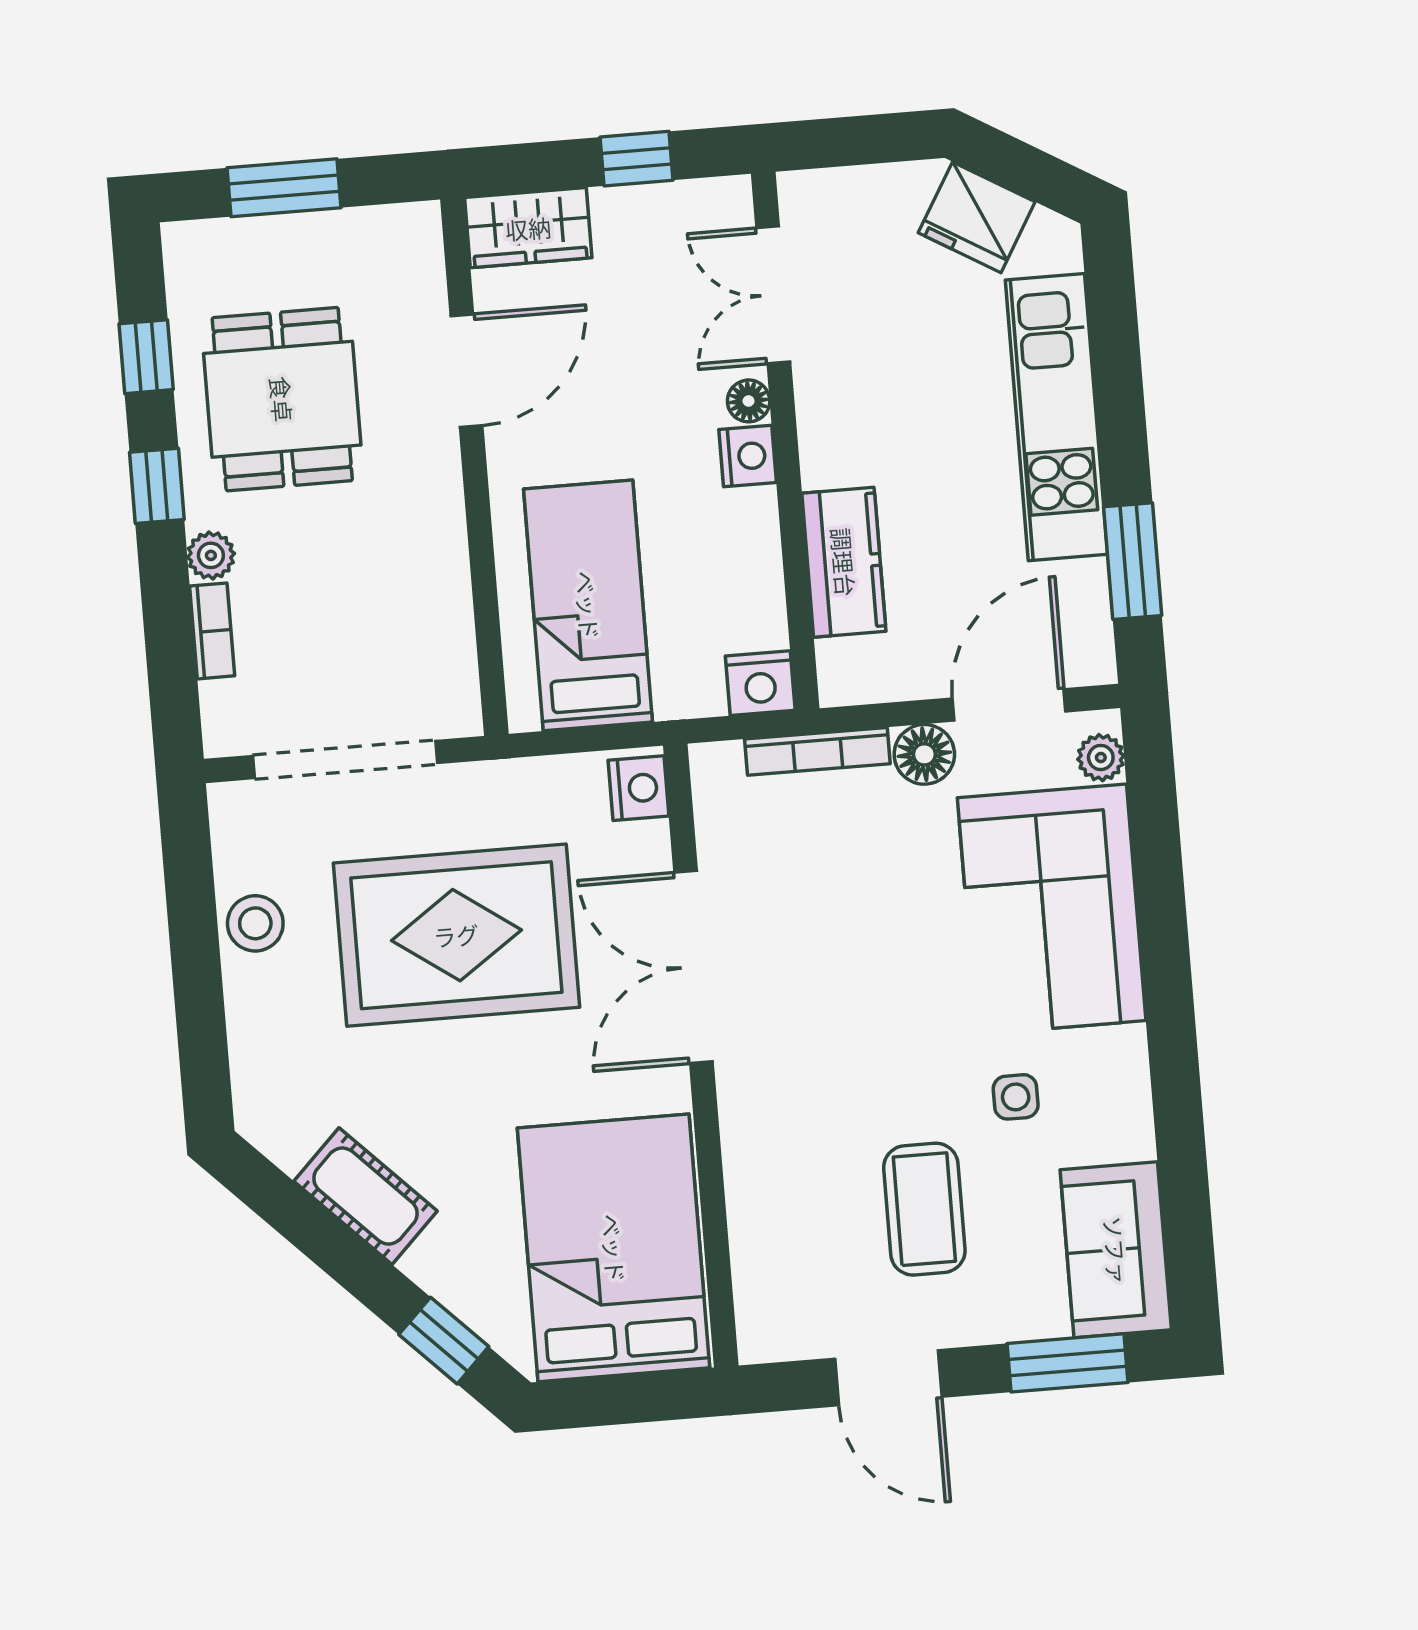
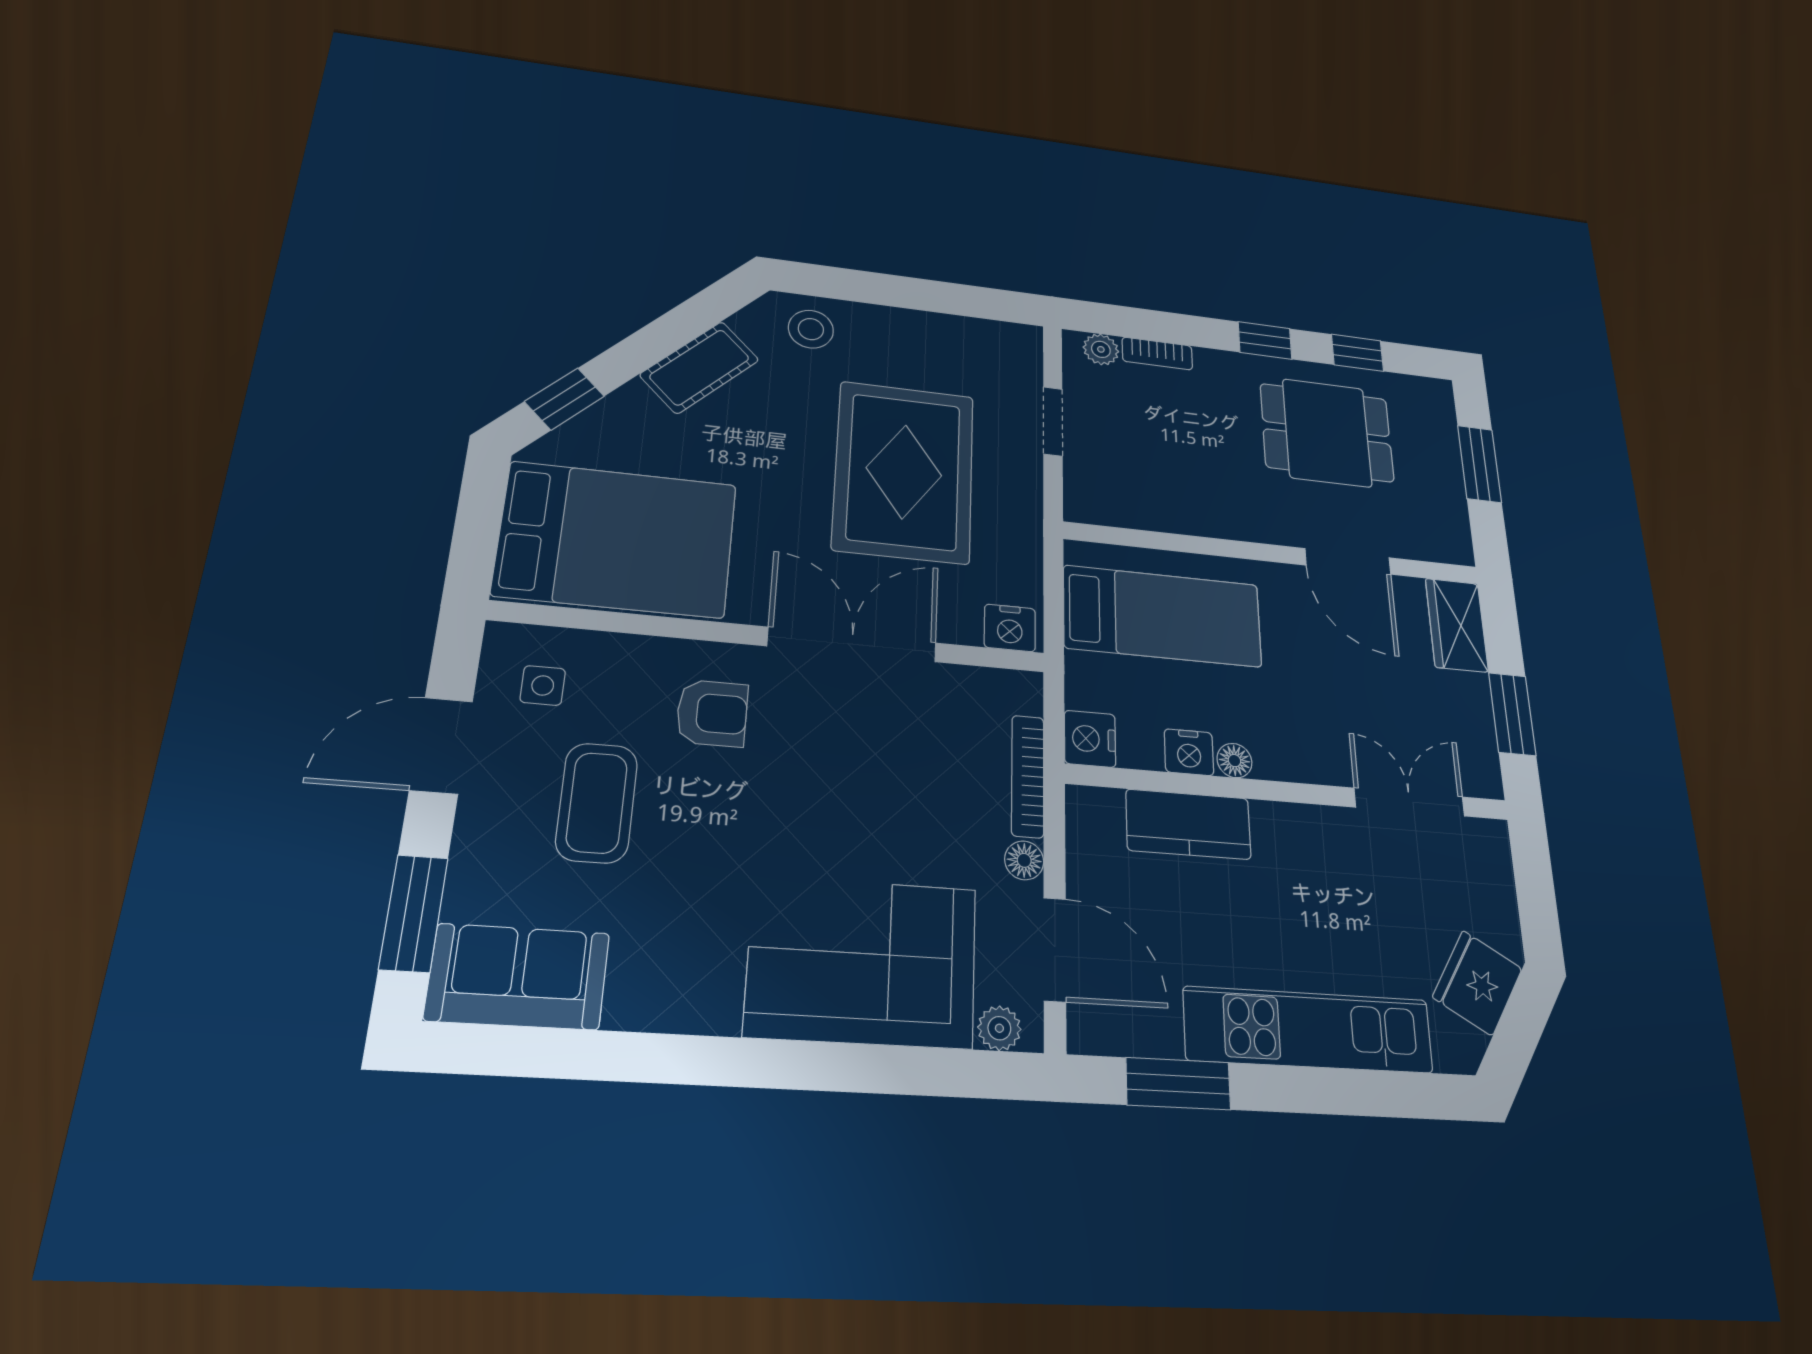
window: (637, 159) -> (1512, 714), width x1.50
floor lamp: (749, 401) -> (1234, 761), moved
nightstand: (748, 456) -> (1189, 752), moved
plant: (211, 555) -> (1101, 349), moved
floor lamp: (924, 754) -> (1024, 860), width x0.73, depth x0.73
doorway: (345, 760) -> (1053, 421), width x0.53
stool: (255, 923) -> (811, 329), moved
side table: (1016, 1097) -> (543, 685), moved
armchair: (804, 1108) -> (712, 713), added
coffee table: (924, 1209) -> (597, 803), turned 90

